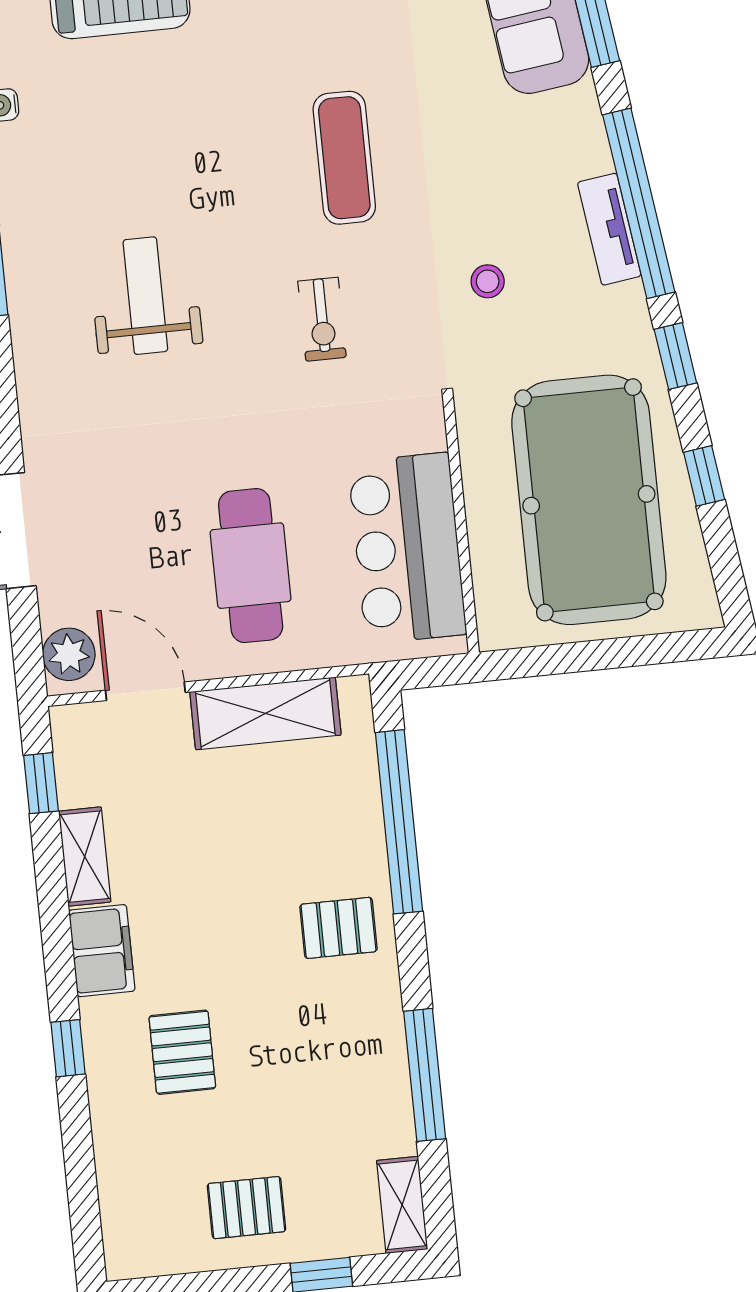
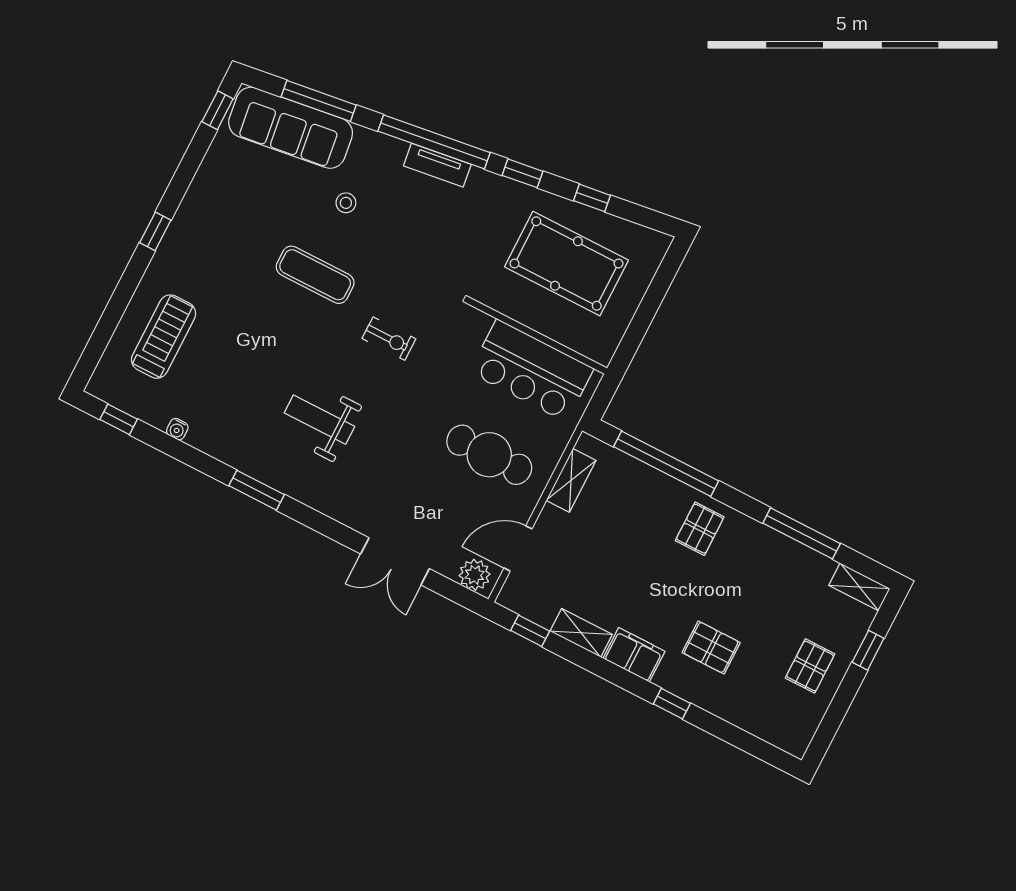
stool: (488, 281) -> (346, 203), moved
pool table: (589, 500) -> (566, 264), width x0.73, depth x0.76
shelving: (265, 713) -> (571, 480), width x0.67, depth x0.75

